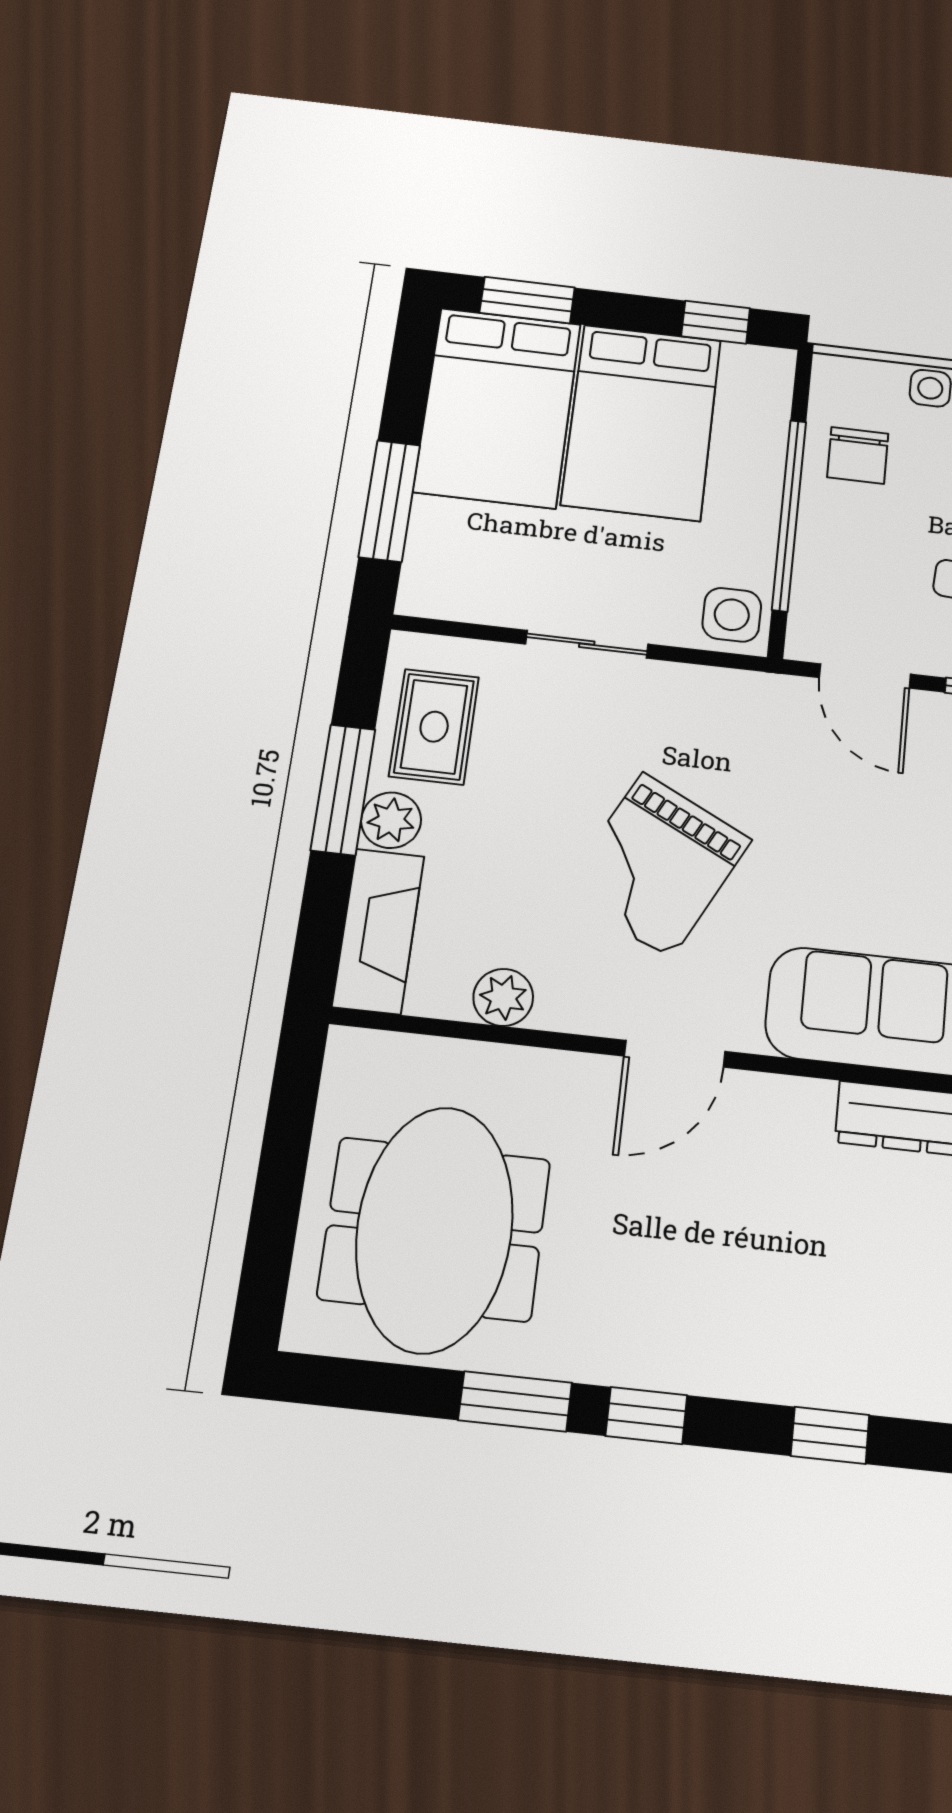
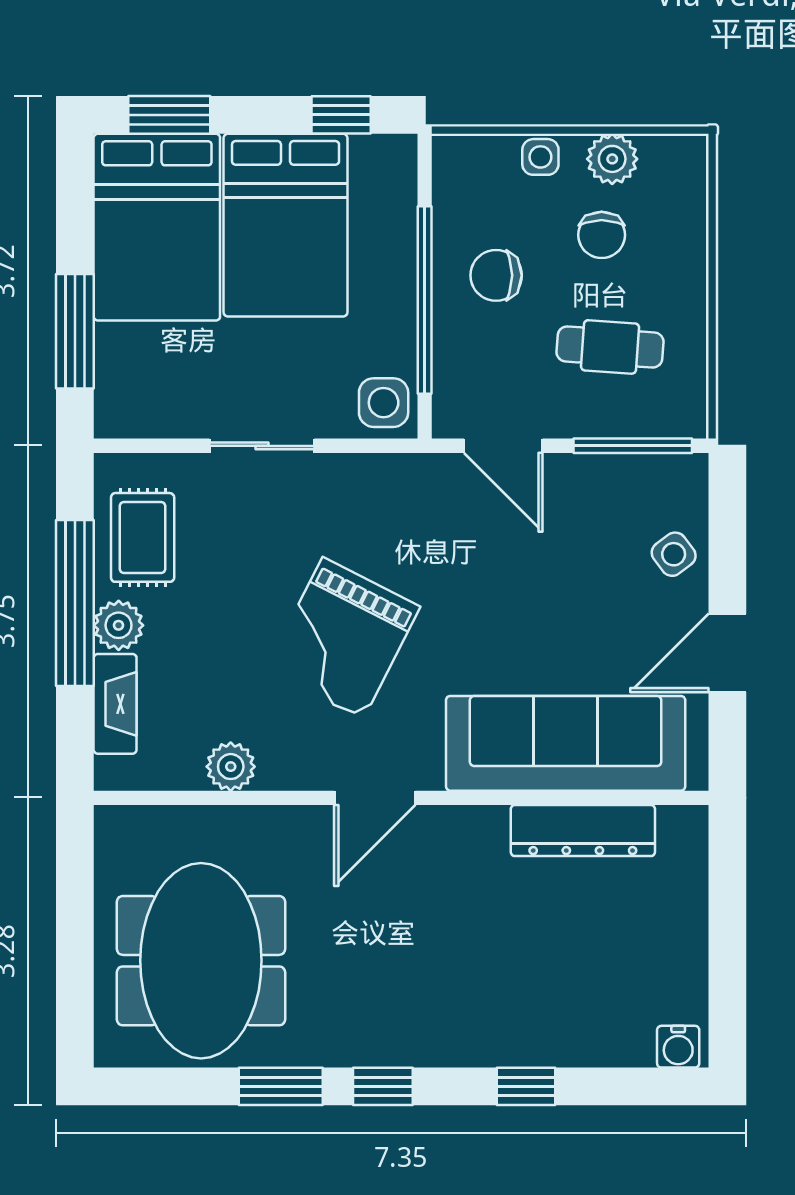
chair: (858, 455) -> (496, 275), moved, turned 90
window: (343, 790) -> (75, 603), width x1.46
fireplace: (378, 931) -> (115, 704), width x0.73, depth x0.76

